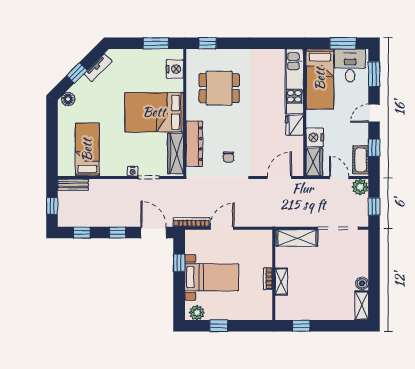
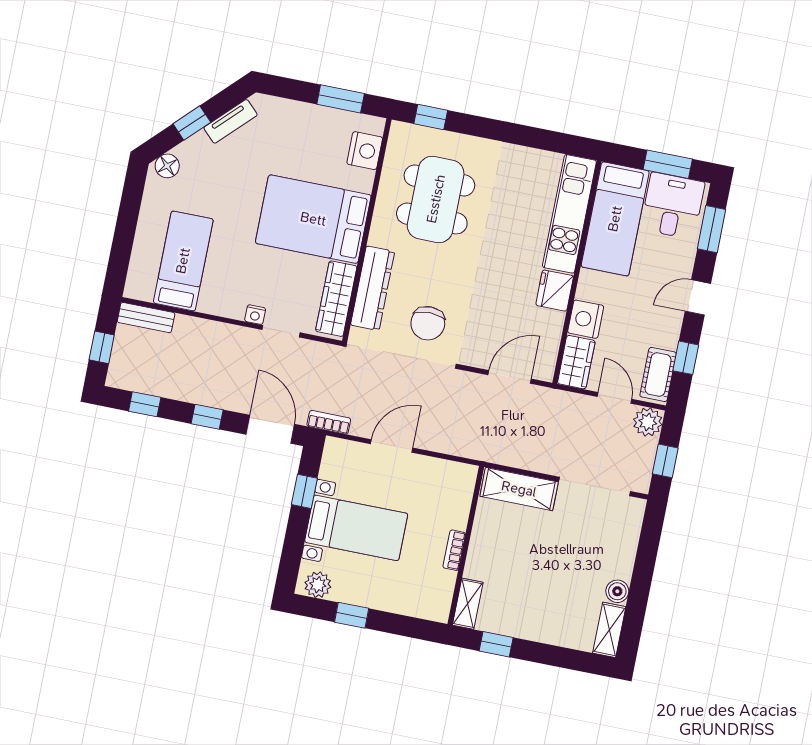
dining table: (219, 88) -> (436, 199), width x1.38
chair: (229, 157) -> (428, 323), width x1.87, depth x1.87
bookcase: (192, 222) -> (329, 422), width x0.64
shelving: (281, 282) -> (468, 604), moved

